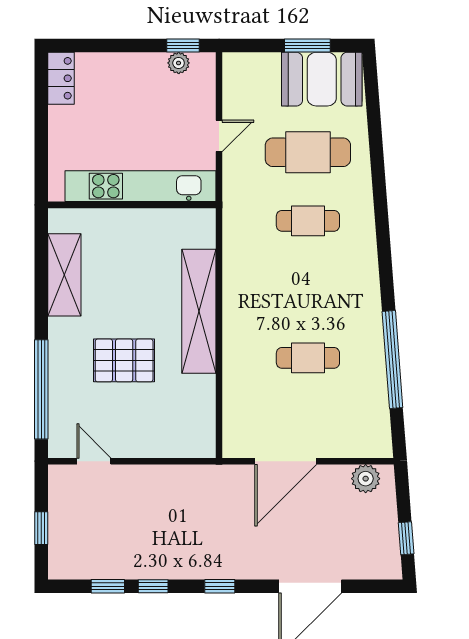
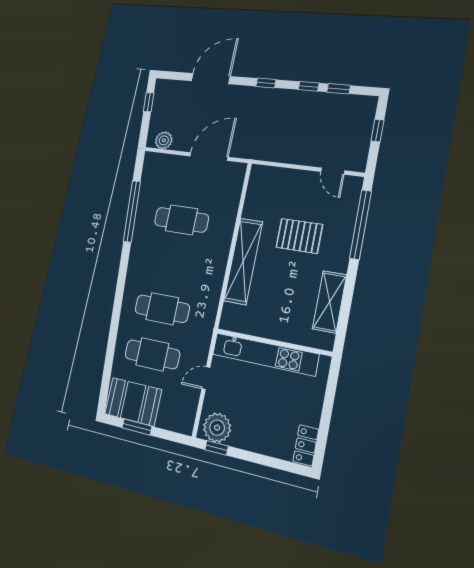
plant: (179, 63) -> (217, 428), width x1.87, depth x1.87
cafe table: (308, 221) -> (162, 309), width x1.37, depth x1.35
cafe table: (308, 358) -> (181, 220), width x1.37, depth x1.35

